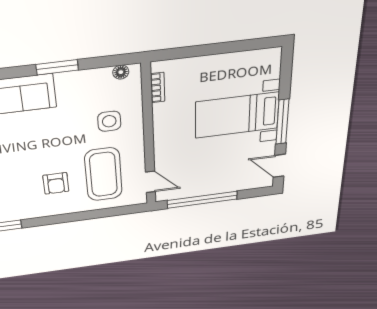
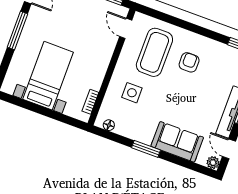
bed with nightstands: (237, 115) -> (48, 76), moved, turned -90

